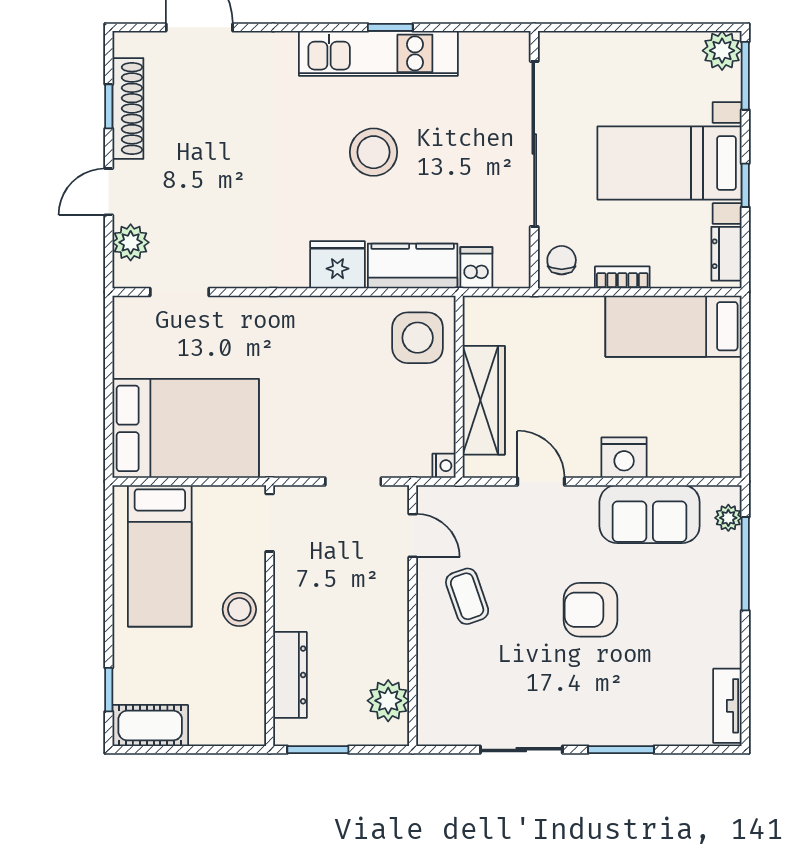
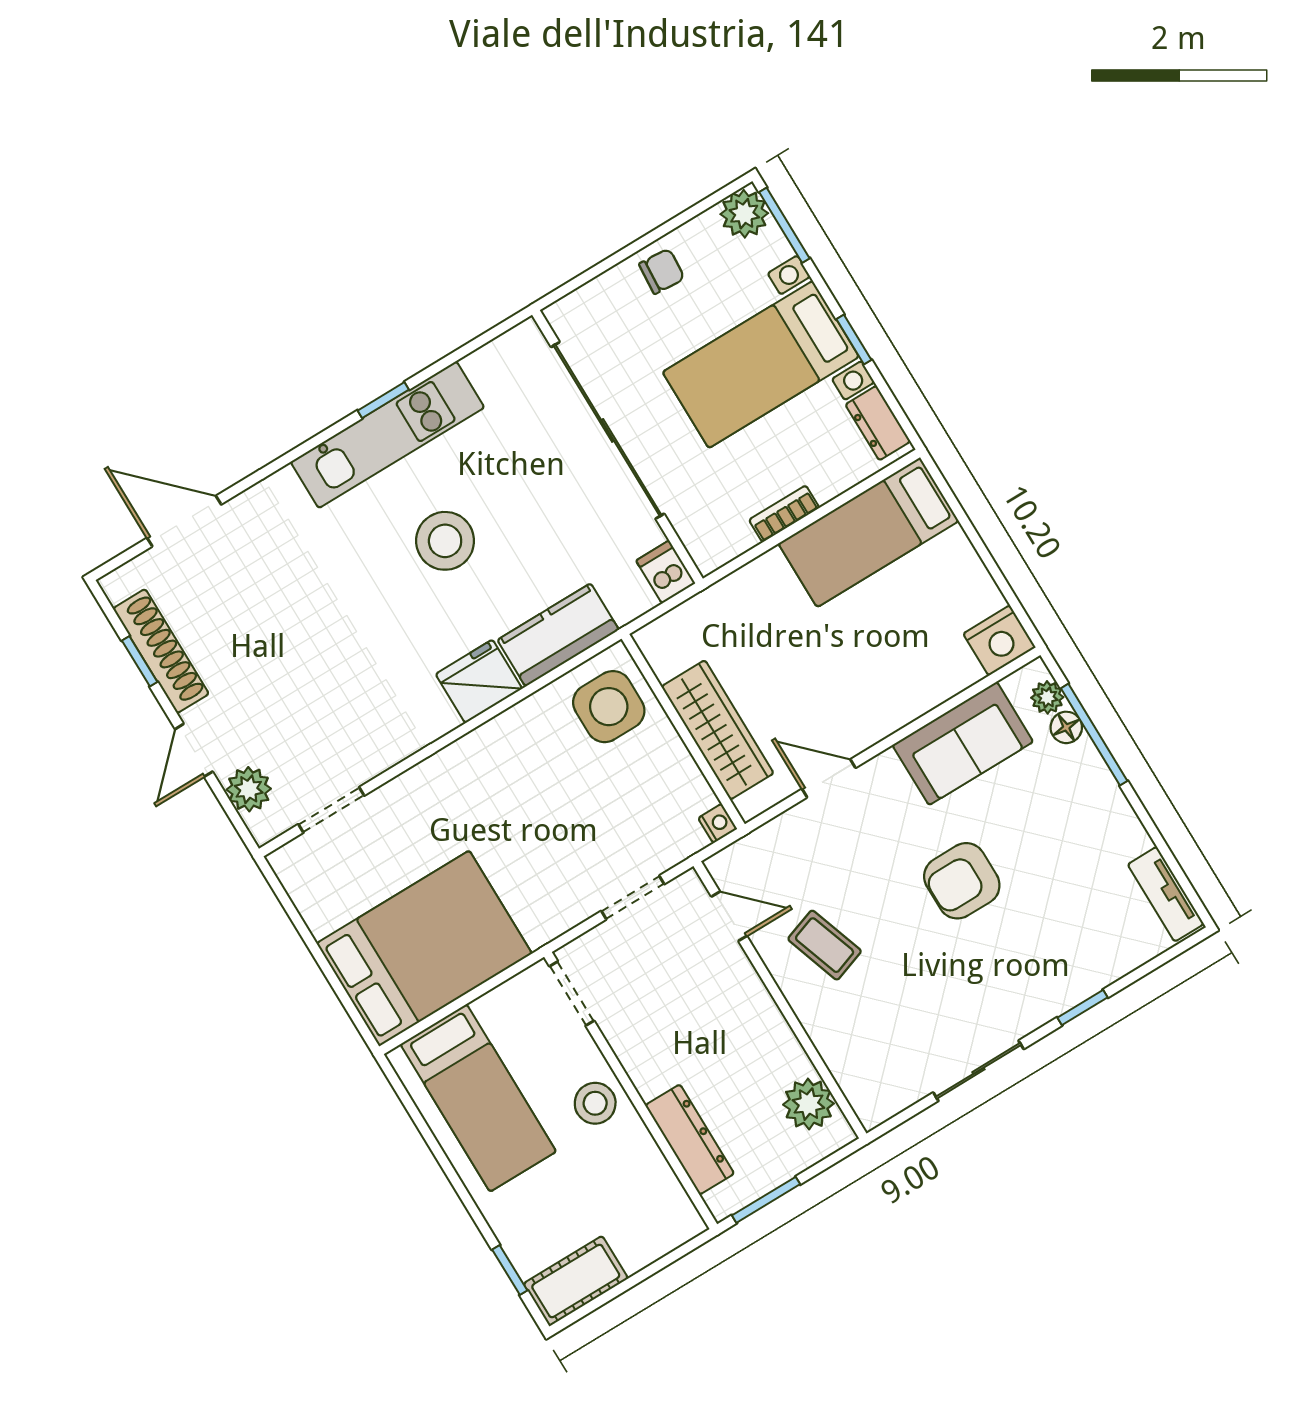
chair: (562, 260) -> (662, 271), moved, turned 94
dishwasher: (476, 268) -> (666, 572), moved
nightstand: (624, 458) -> (999, 640), moved
floor lamp: (729, 547) -> (1066, 727), added
window: (621, 750) -> (1082, 1007), width x0.67

